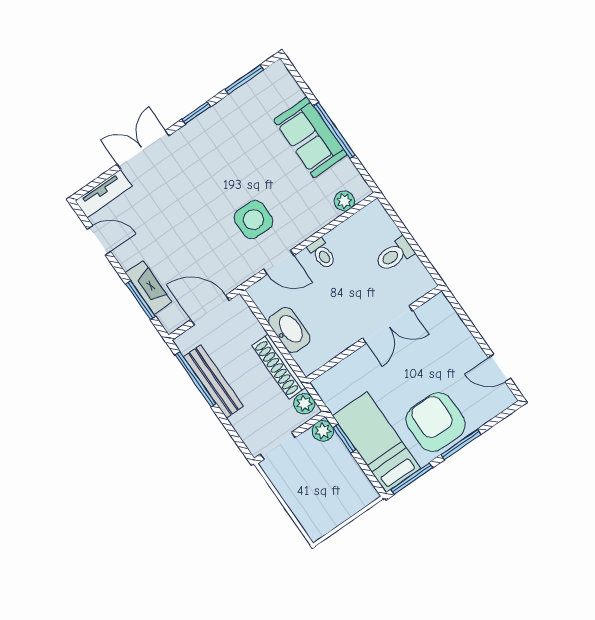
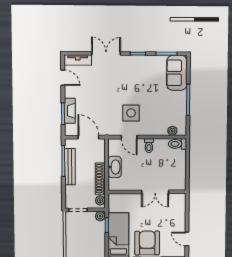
sofa: (310, 137) -> (177, 73), moved
toilet: (395, 255) -> (177, 144), moved

